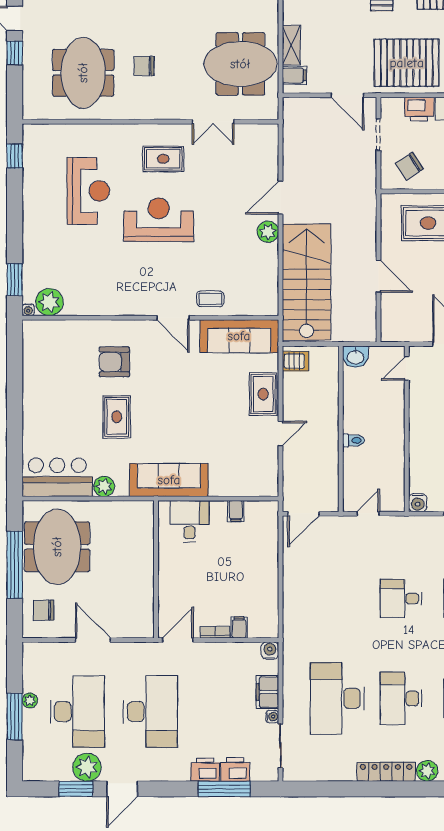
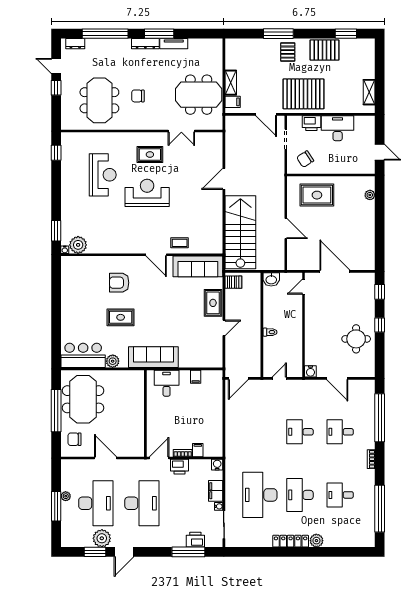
plant: (268, 232) -> (216, 200), removed
rug: (117, 417) -> (121, 317), turned 90
printer: (205, 770) -> (179, 467), moved, turned 180

